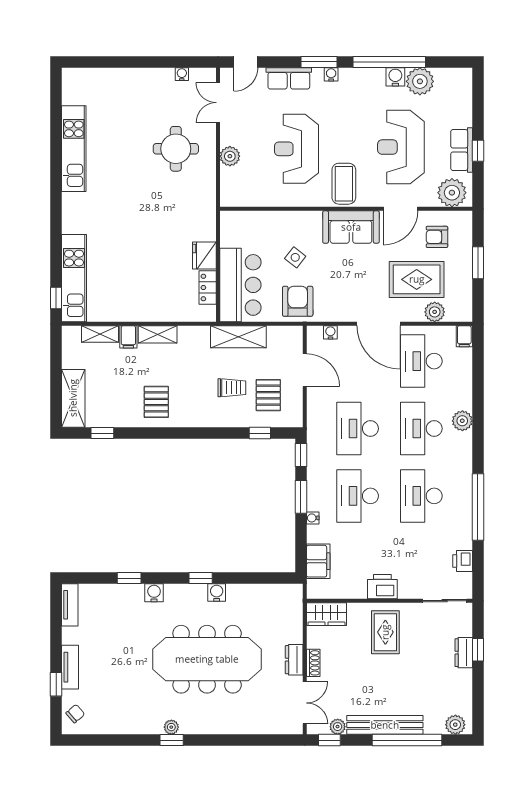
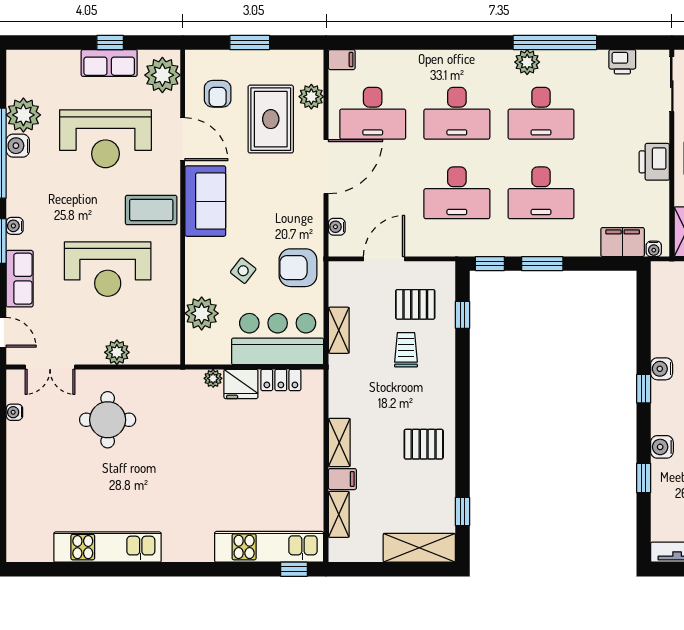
plant: (261, 224) -> (202, 313), added
plant: (209, 233) -> (213, 378), added
shelving: (238, 337) -> (339, 330), width x0.67, depth x0.75
plant: (462, 421) -> (527, 62), moved
water cooler: (313, 518) -> (654, 249), moved

